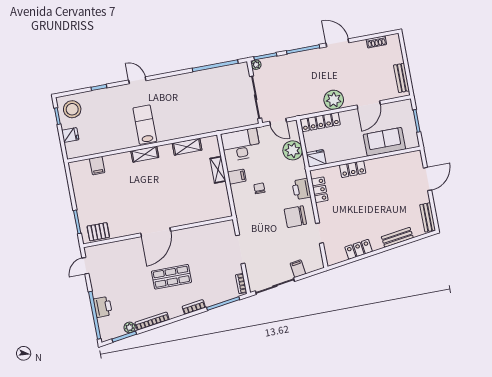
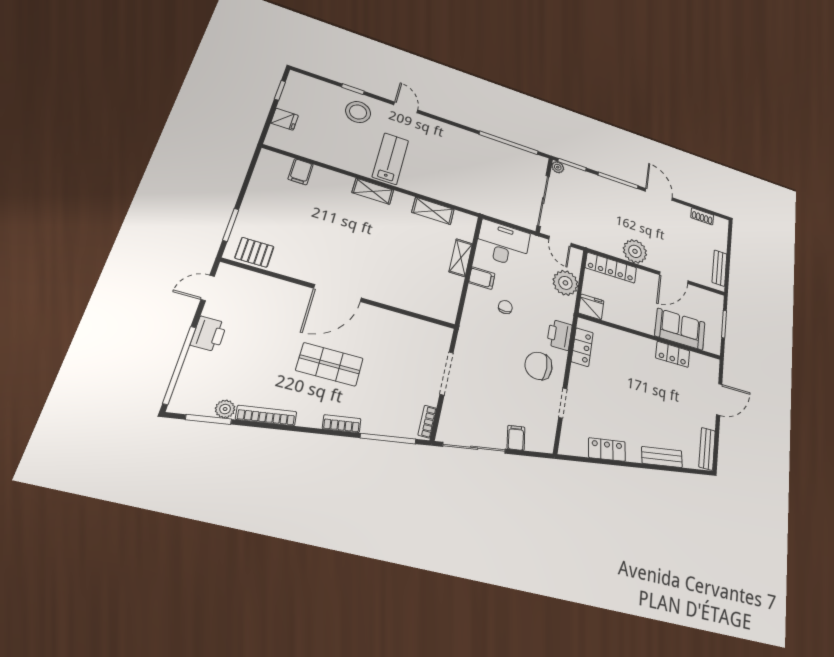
stool: (72, 109) -> (358, 112), moved
locker: (353, 169) -> (673, 354), moved
printer: (103, 307) -> (209, 334), moved

